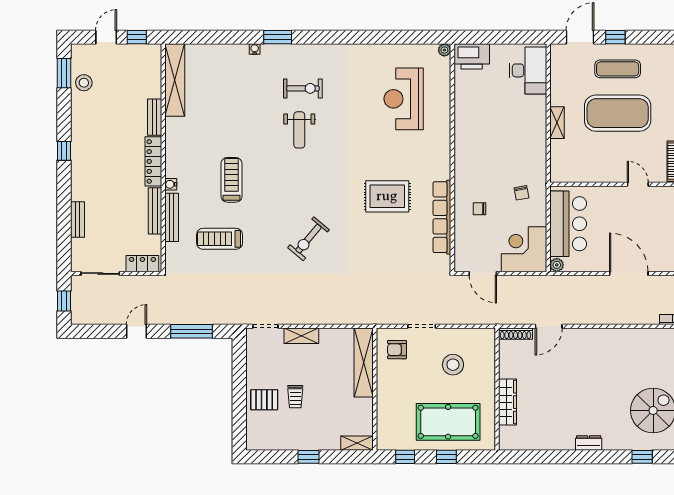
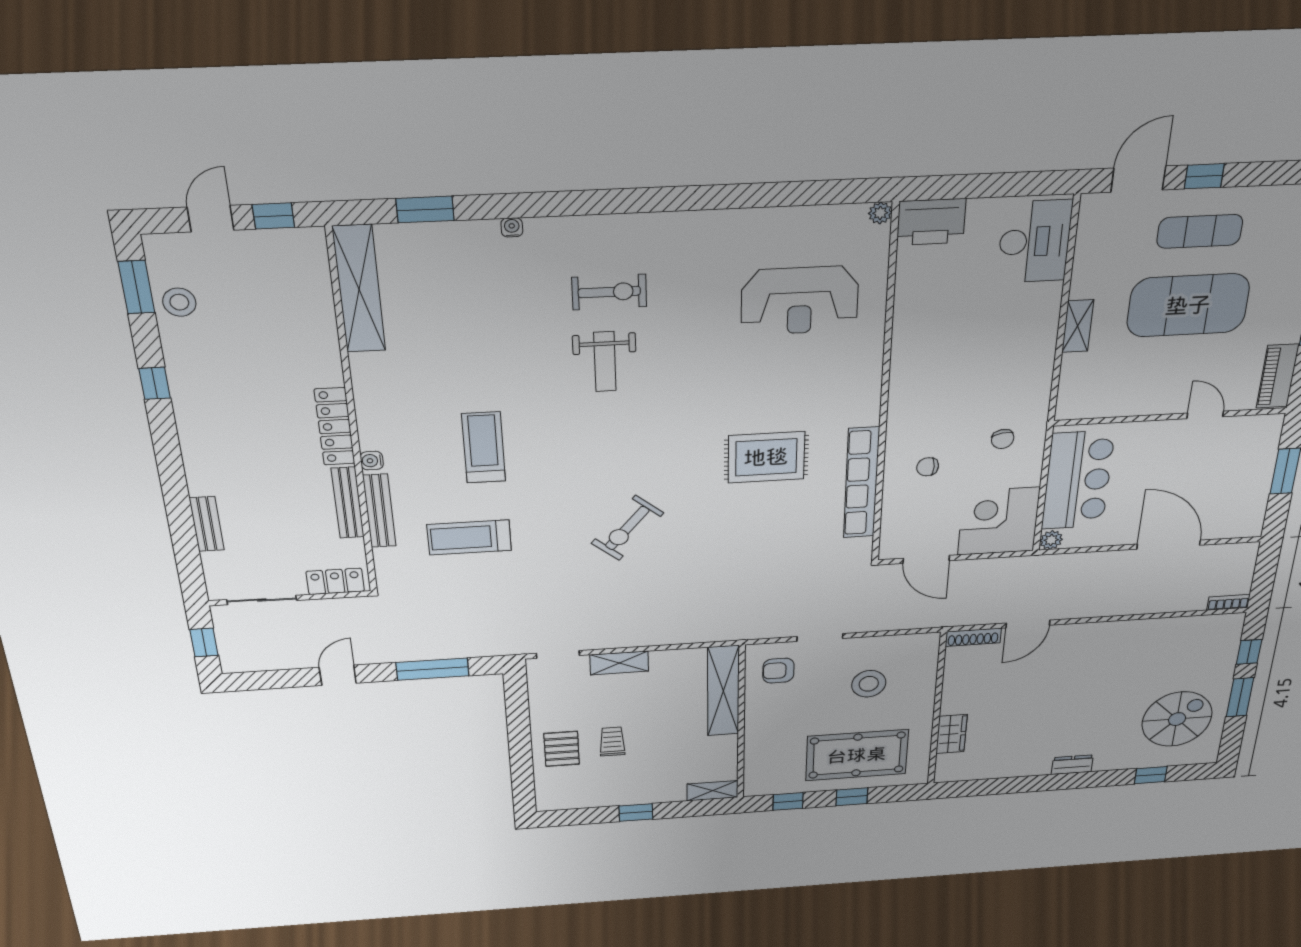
window: (278, 37) -> (425, 209), moved
reception desk: (404, 99) -> (800, 301), turned -90
bench: (155, 117) -> (328, 354), removed
window: (64, 151) -> (155, 383), moved
trolley: (295, 397) -> (612, 741), turned 180
pallet: (264, 400) -> (562, 749), turned 90
wardrobe: (508, 402) -> (951, 734), width x0.67

